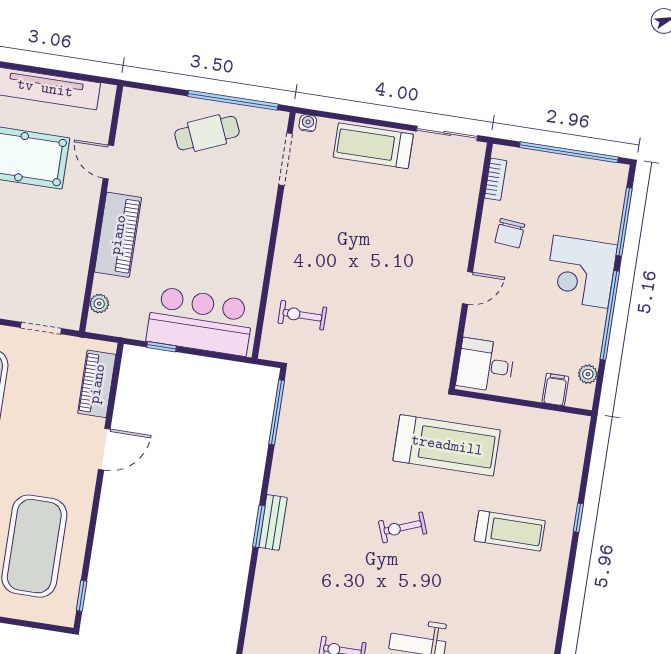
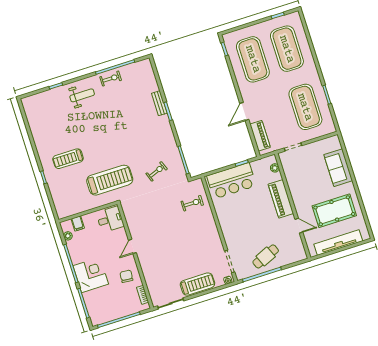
treadmill: (447, 445) -> (110, 180), turned 180
bench: (273, 522) -> (159, 103), moved
exercise bike: (403, 527) -> (157, 171), moved

